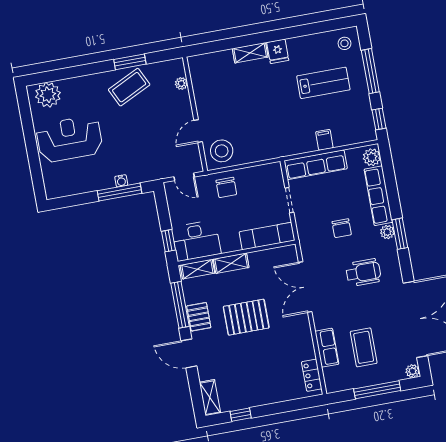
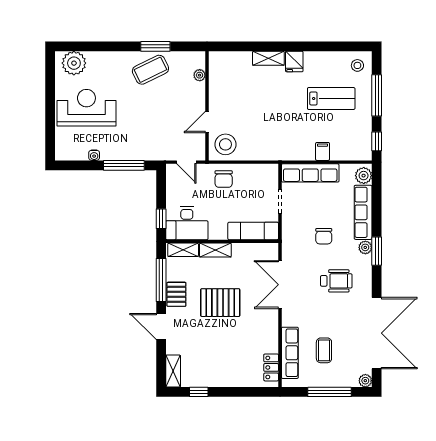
water cooler: (121, 181) -> (94, 155), moved
coffee table: (364, 347) -> (324, 350), width x0.73, depth x0.77
row of seats: (327, 348) -> (290, 353), width x1.48

